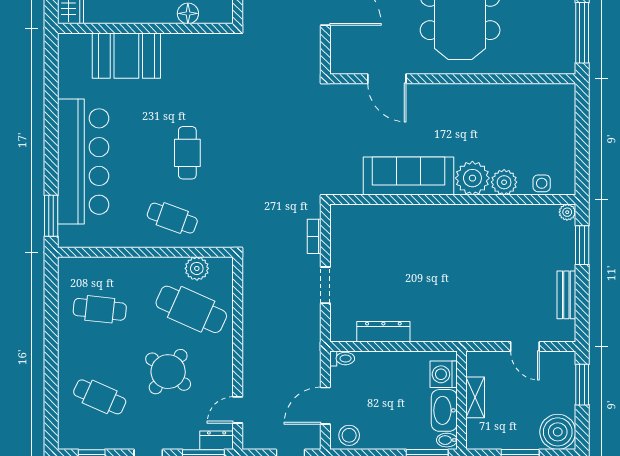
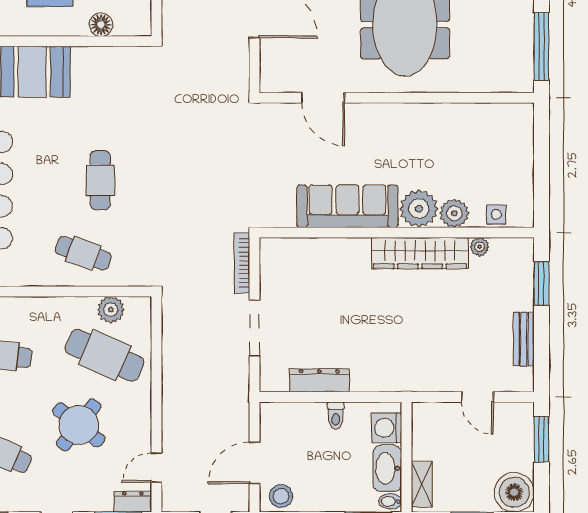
plant: (567, 212) -> (480, 247), moved
wardrobe: (473, 218) -> (420, 253), added
bookcase: (314, 236) -> (242, 263), width x1.56
doorway: (325, 285) -> (255, 328), width x1.38
toilet: (342, 358) -> (336, 416), moved, turned 90
shelving: (475, 397) -> (422, 484), moved

